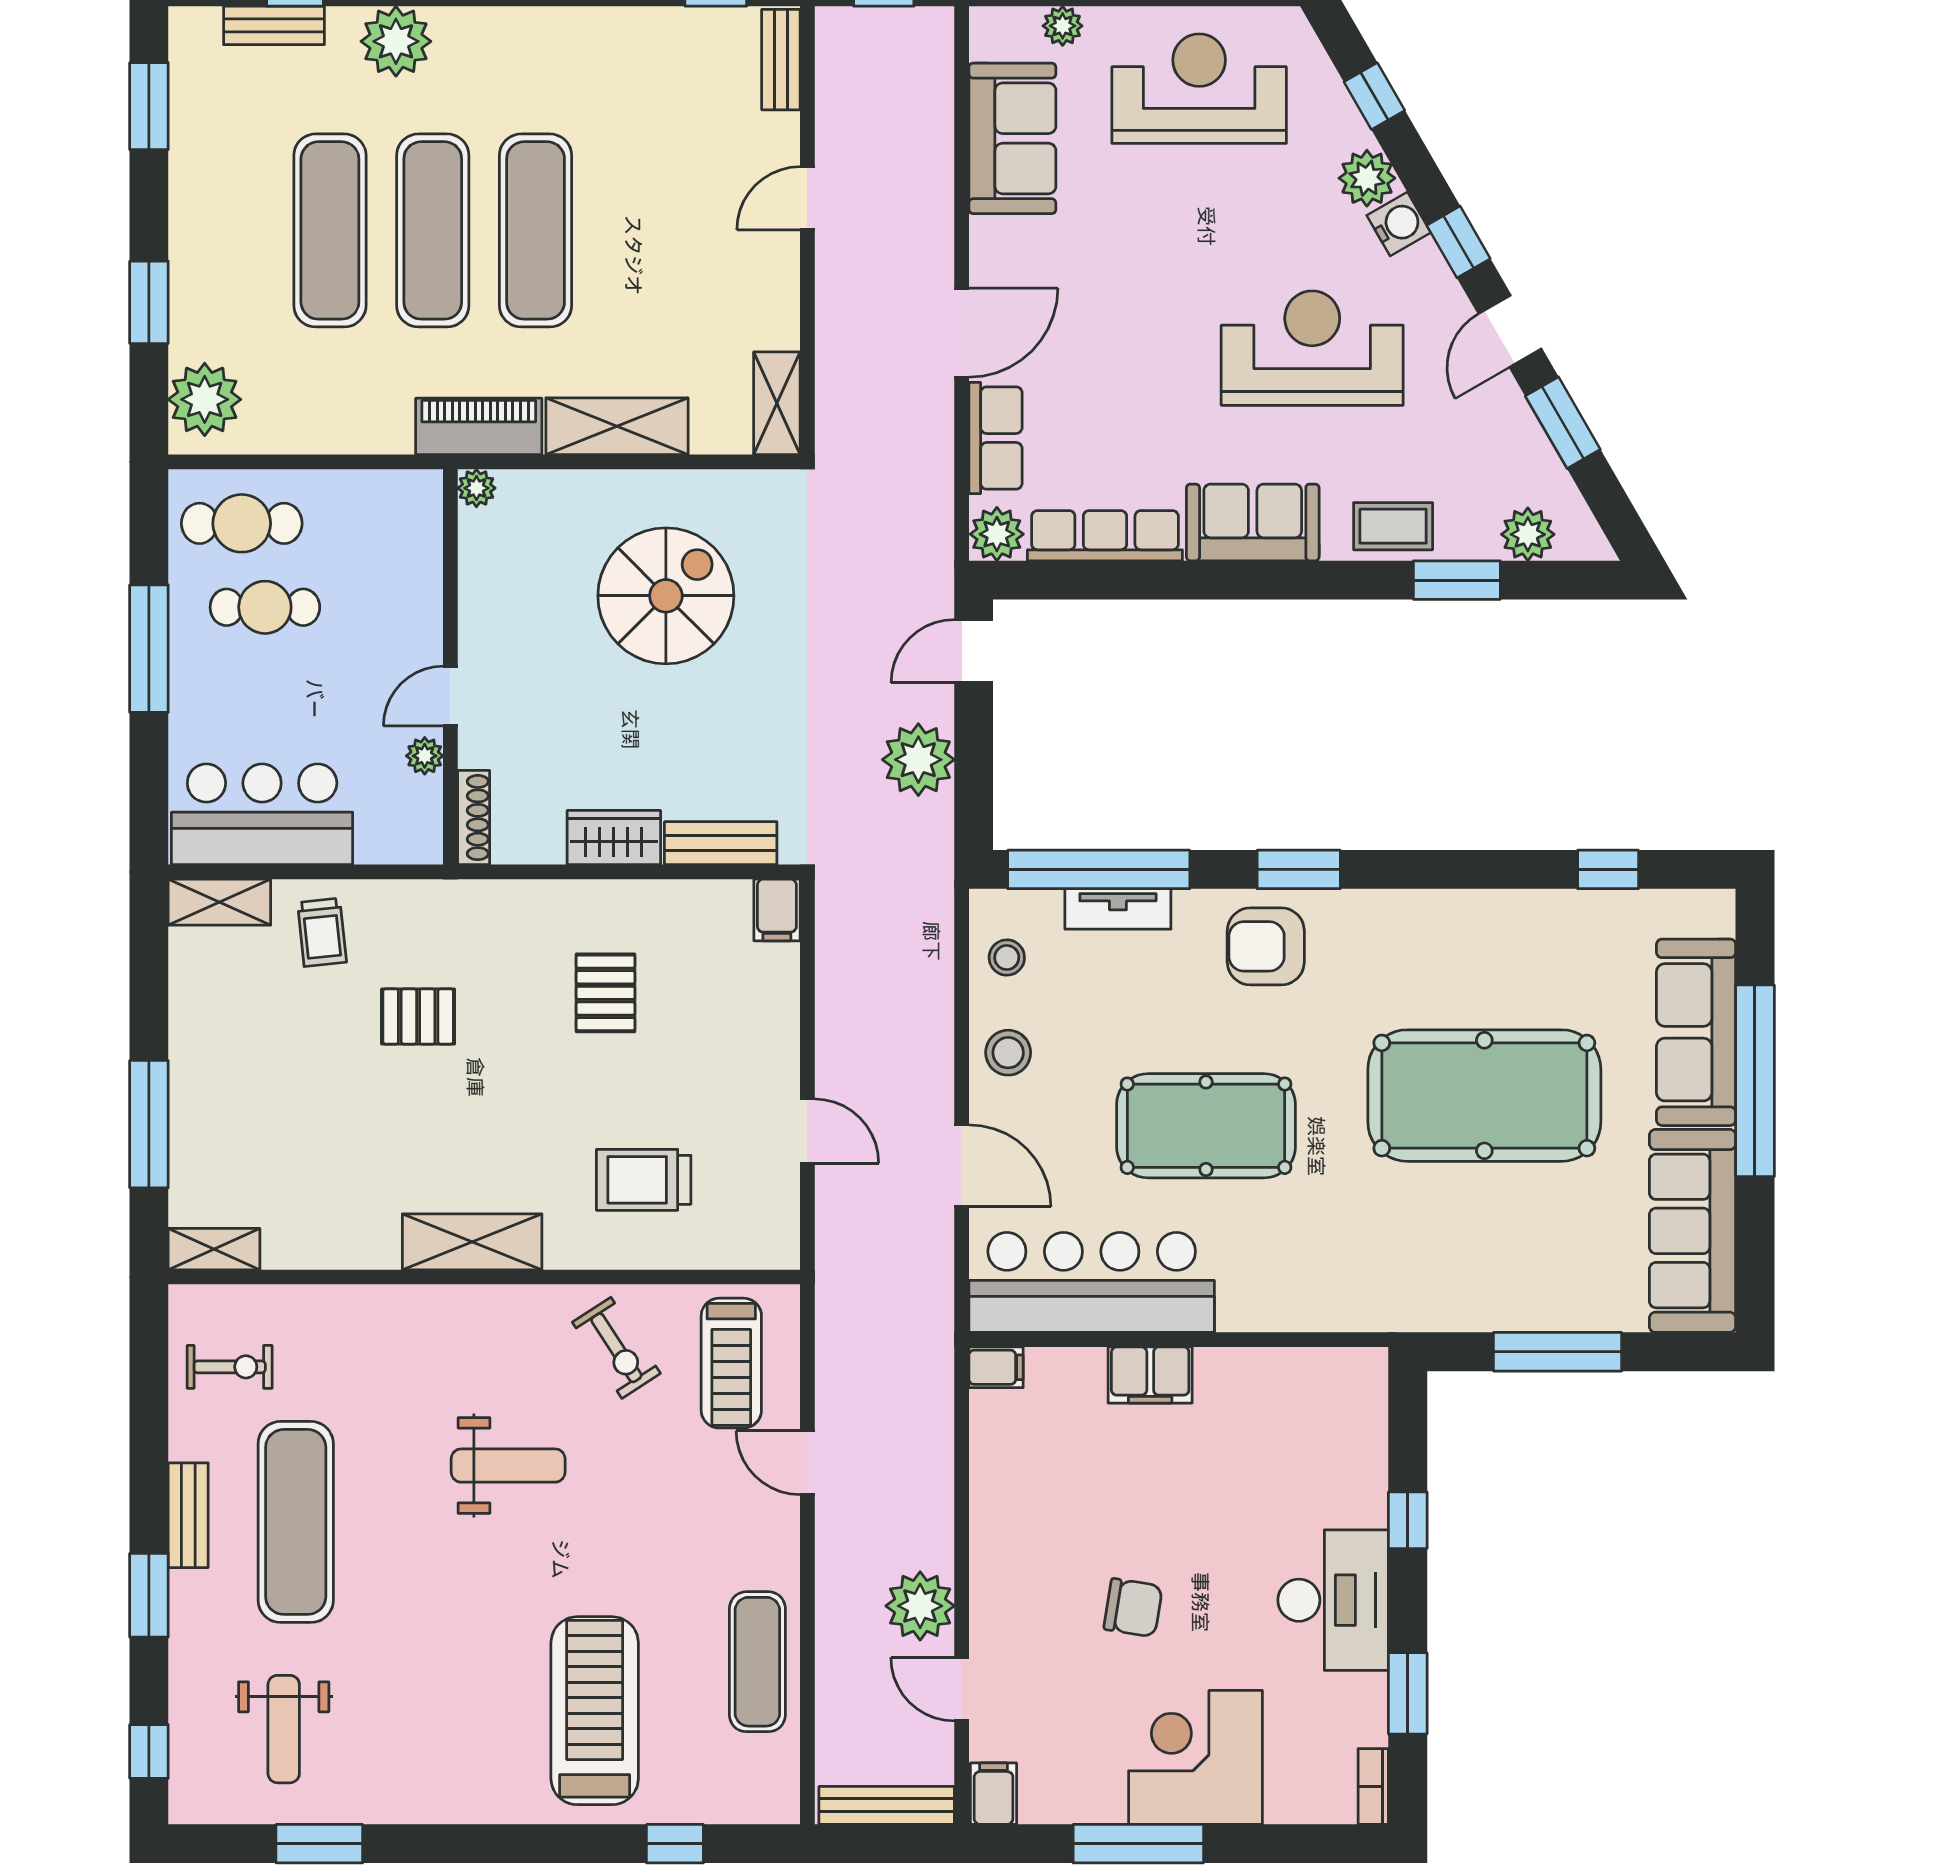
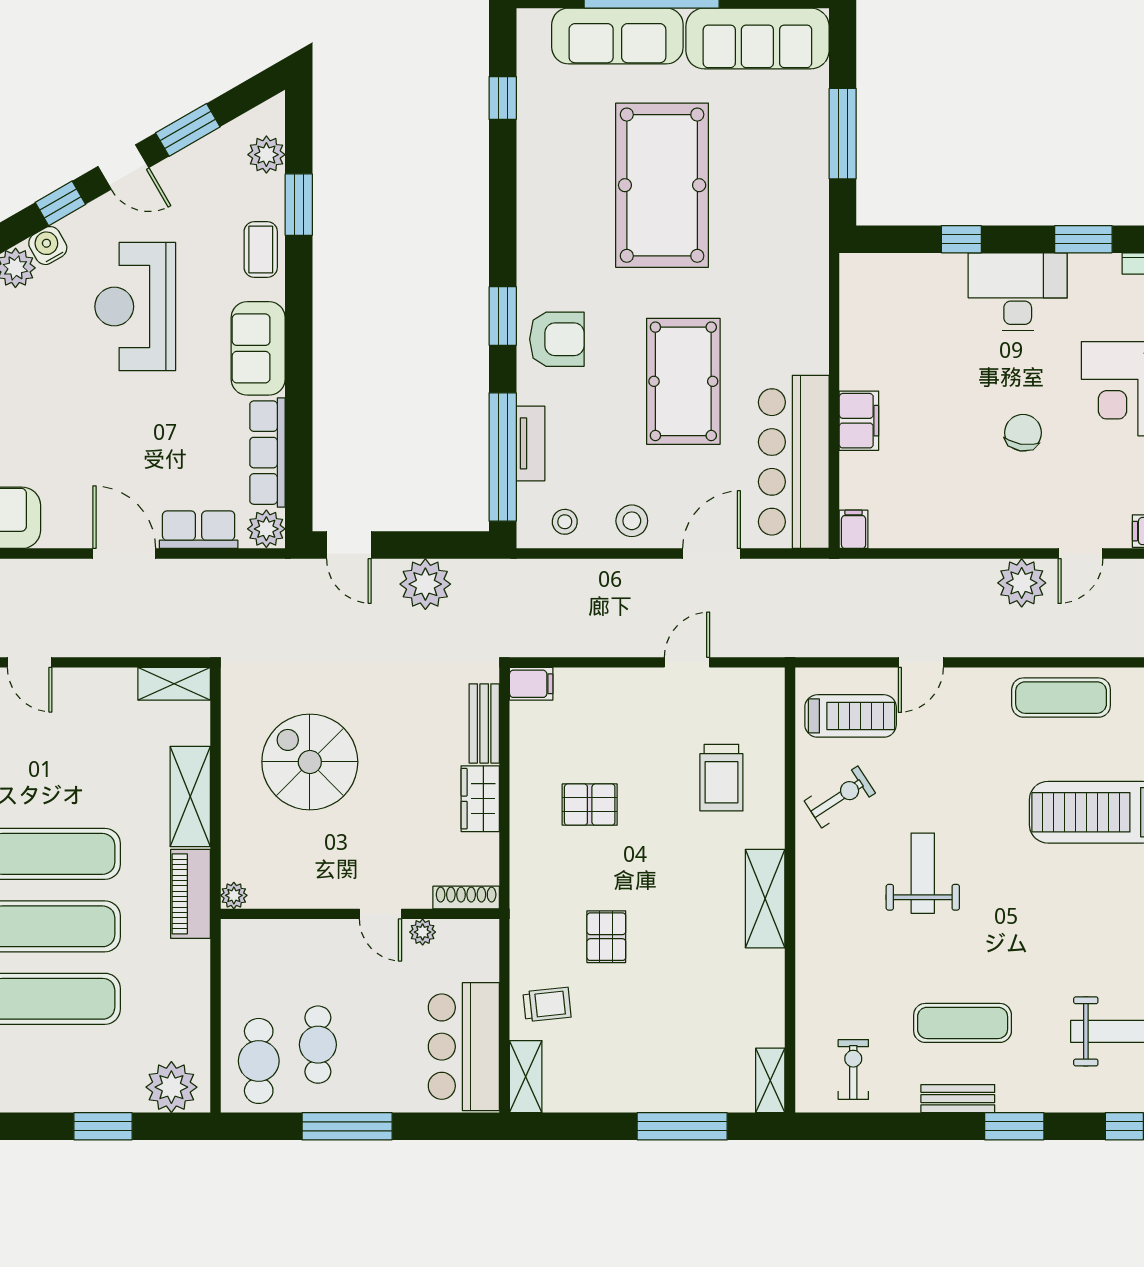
armchair: (1266, 946) -> (557, 339), turned -90
exercise mat: (296, 1522) -> (963, 1023), width x0.73, depth x0.69

